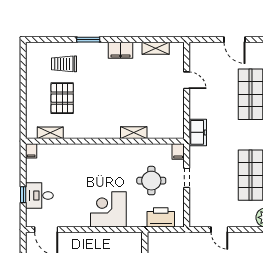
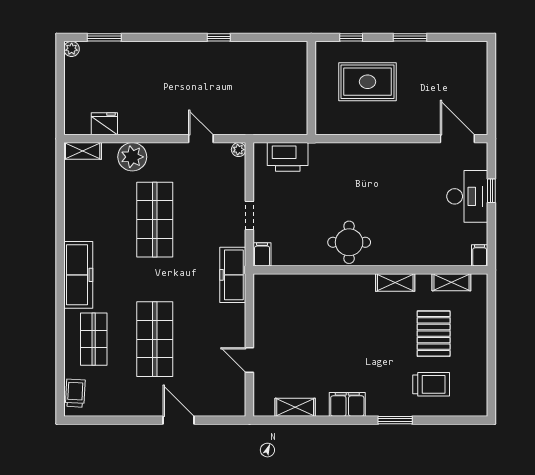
freezer: (198, 132) -> (233, 275), width x1.40
shelving: (134, 133) -> (395, 282), moved
round table: (151, 181) -> (349, 242), moved
desk: (39, 196) -> (467, 196), width x1.37
corner desk: (108, 209) -> (365, 169), removed
plant: (194, 222) -> (239, 150), added

